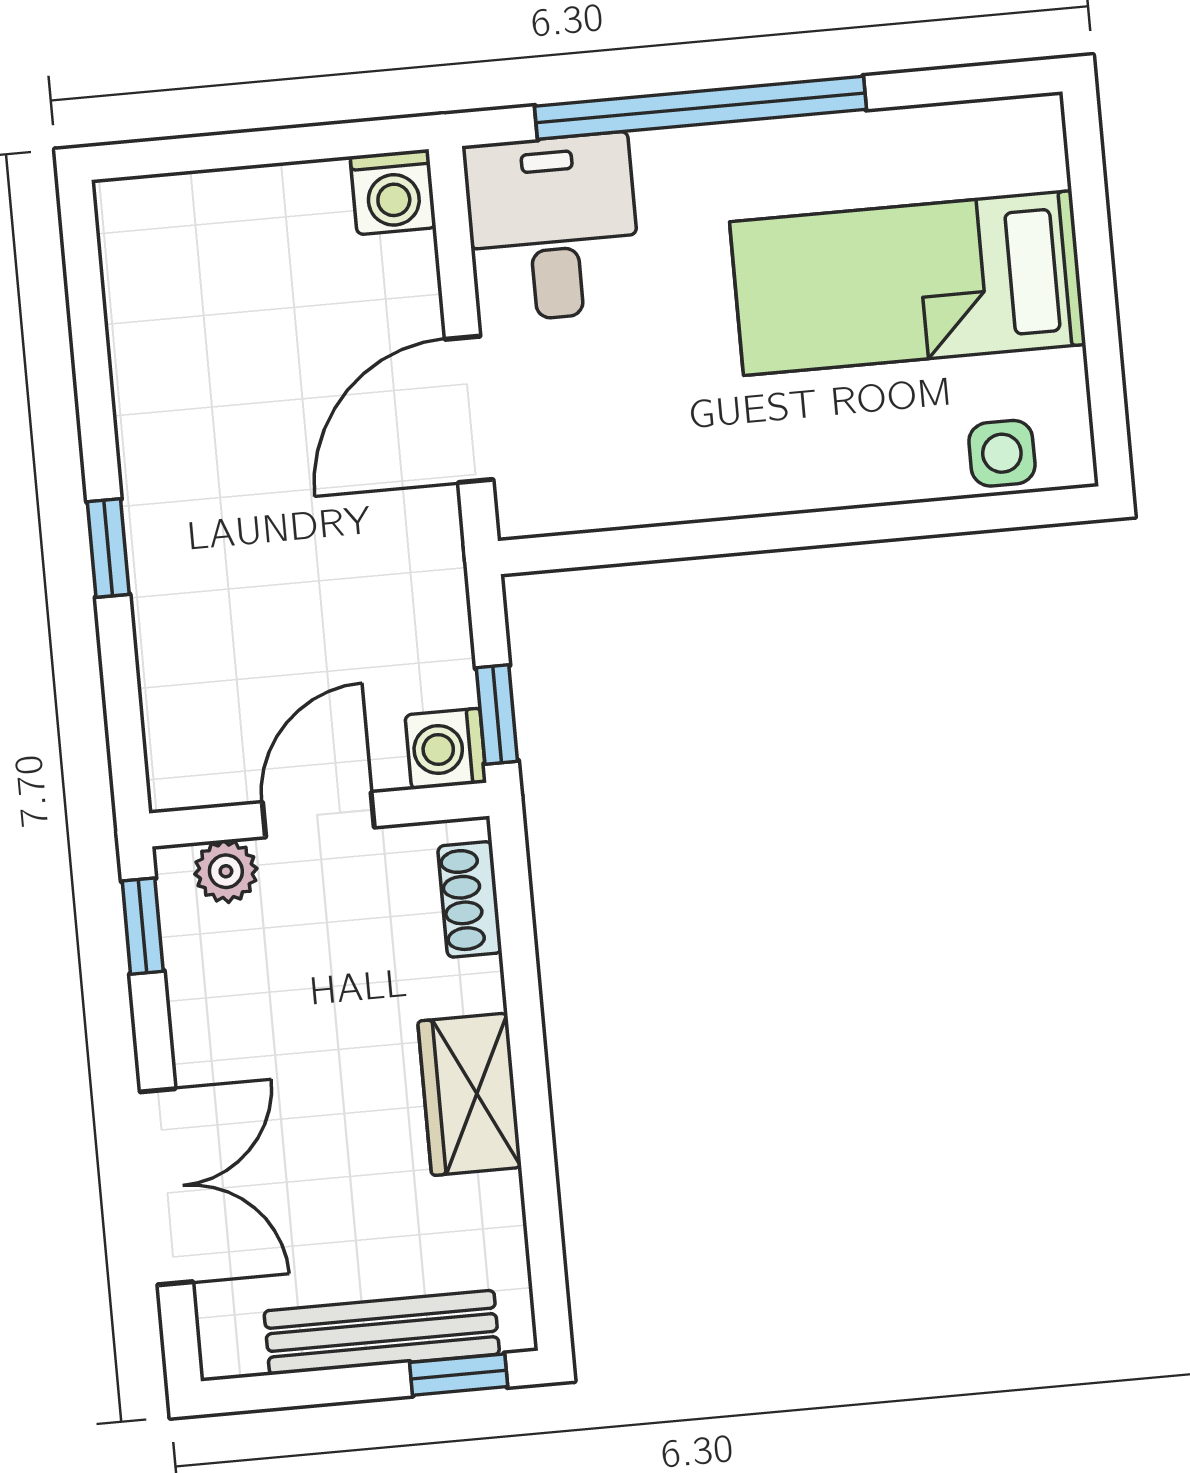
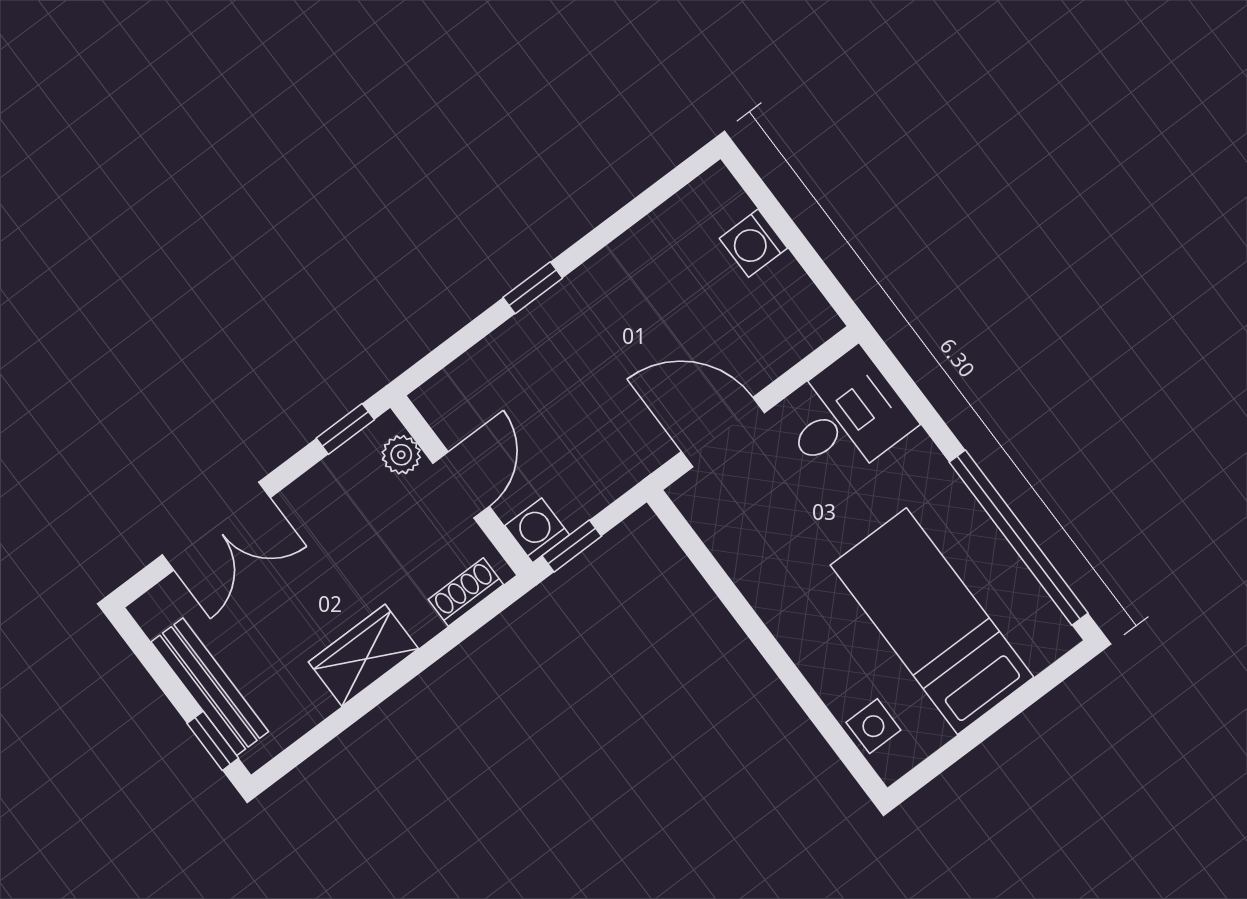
window: (701, 108) -> (1019, 538), moved
washing machine: (393, 192) -> (753, 243), moved
door: (318, 815) -> (461, 485), hinge flipped

